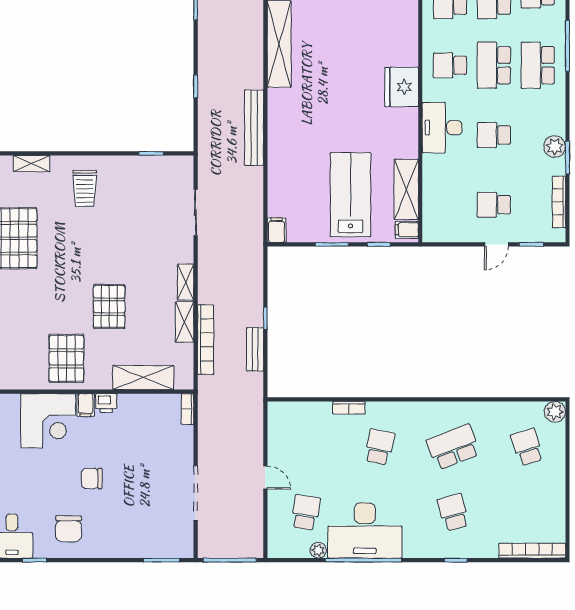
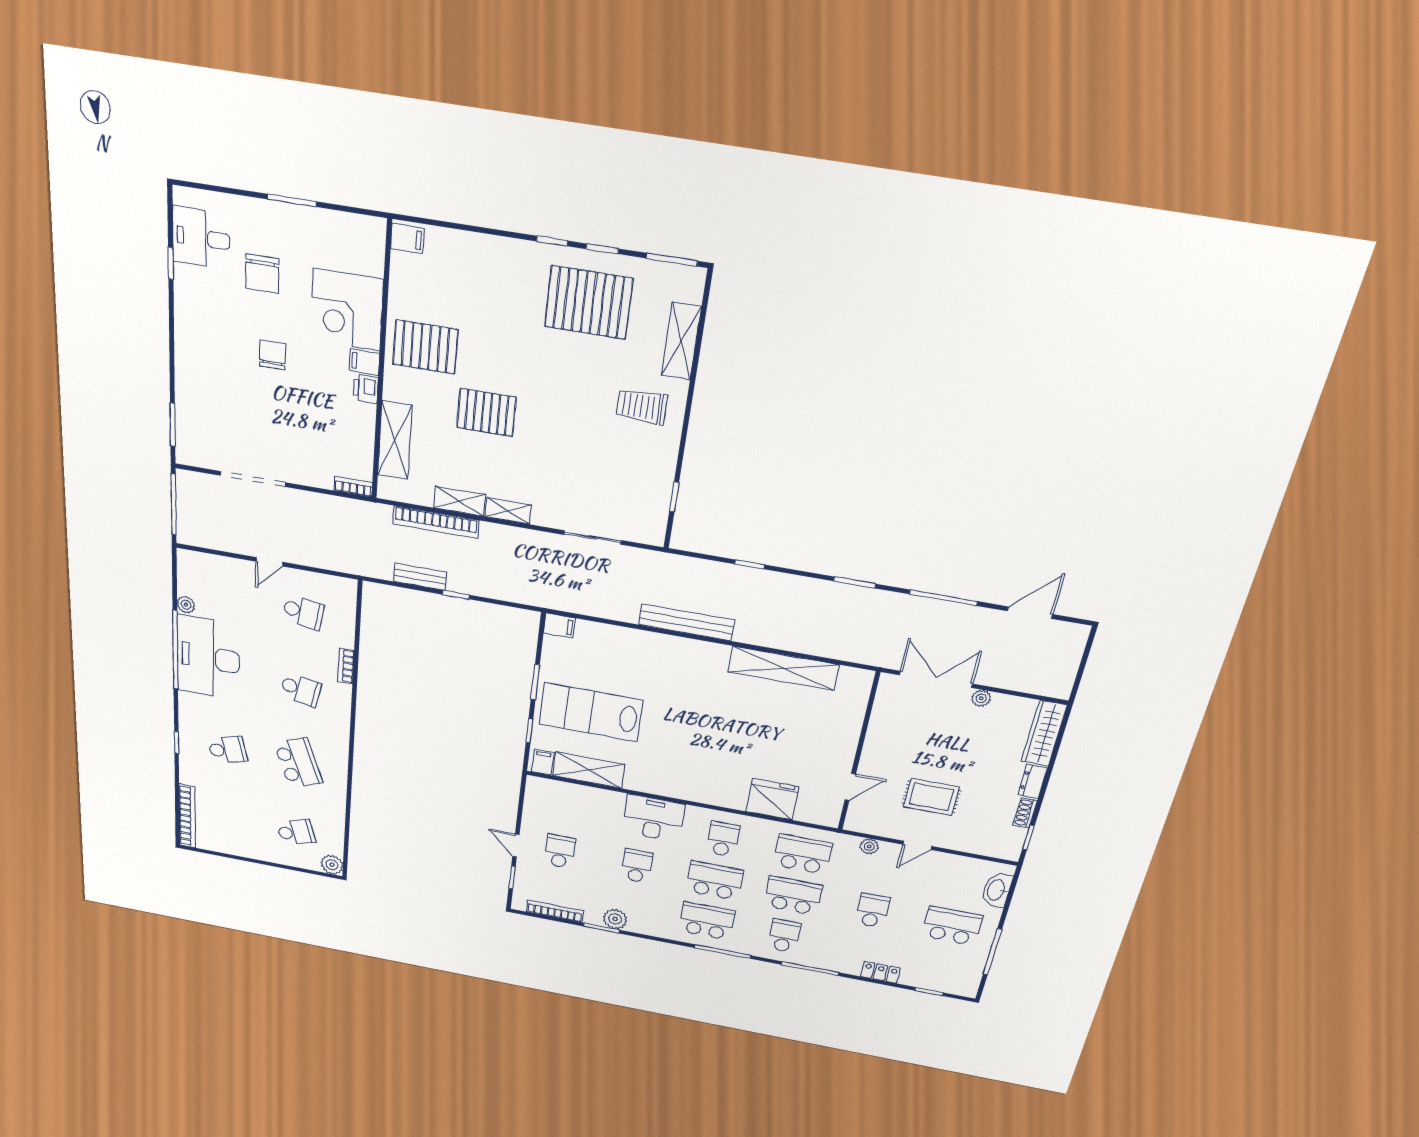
fridge: (402, 87) -> (772, 799), moved
shelving: (32, 164) -> (681, 341), width x1.50, depth x1.33
lab bench: (350, 195) -> (591, 712), turned 180
school desk: (306, 512) -> (303, 612), moved
chair: (68, 529) -> (262, 274), moved, turned -90

